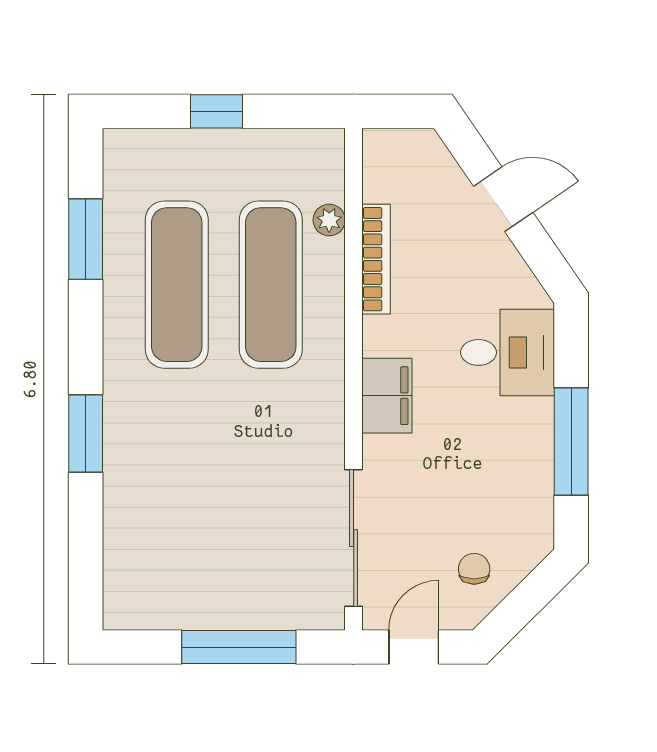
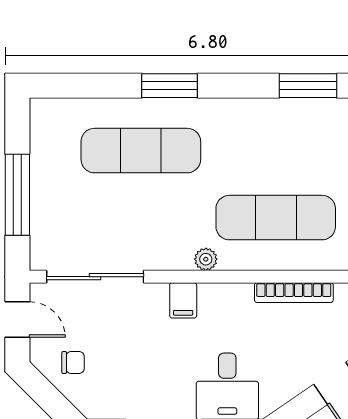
plant: (329, 220) -> (206, 259), moved
exercise mat: (177, 285) -> (141, 151), moved
filing cabinet: (387, 396) -> (183, 300), width x0.50

